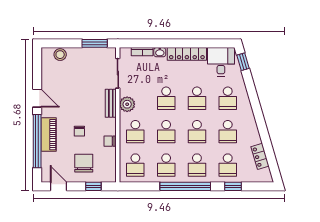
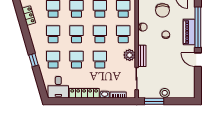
stool: (60, 55) -> (165, 93), moved
window: (243, 62) -> (34, 60), moved

